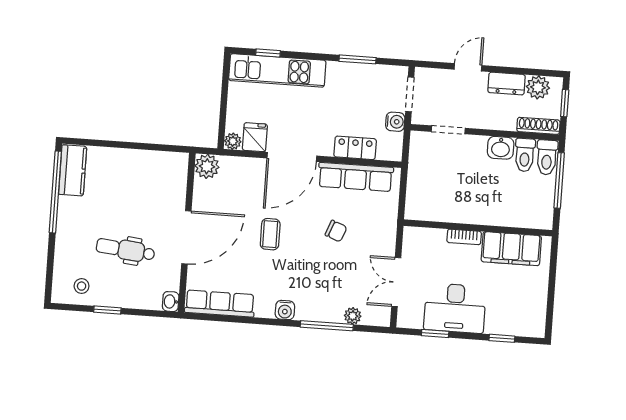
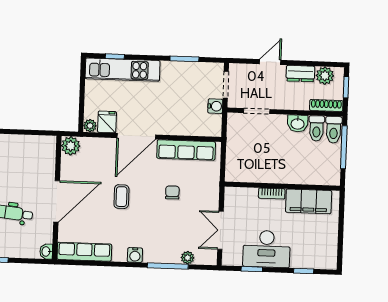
locker: (355, 148) -> (185, 127), removed
chair: (336, 231) -> (172, 192), turned -111

